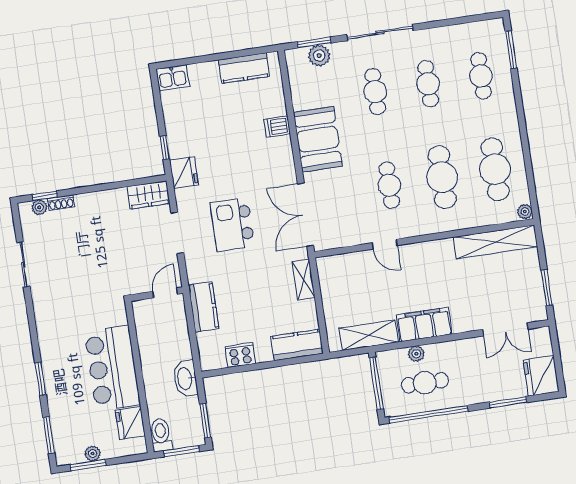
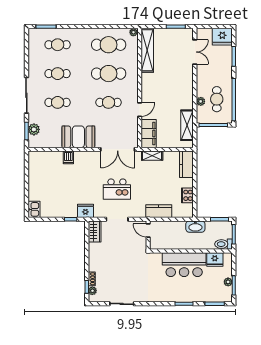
kitchen counter: (244, 68) -> (35, 170), removed
filing cabinet: (424, 325) -> (149, 134), moved, turned 180

